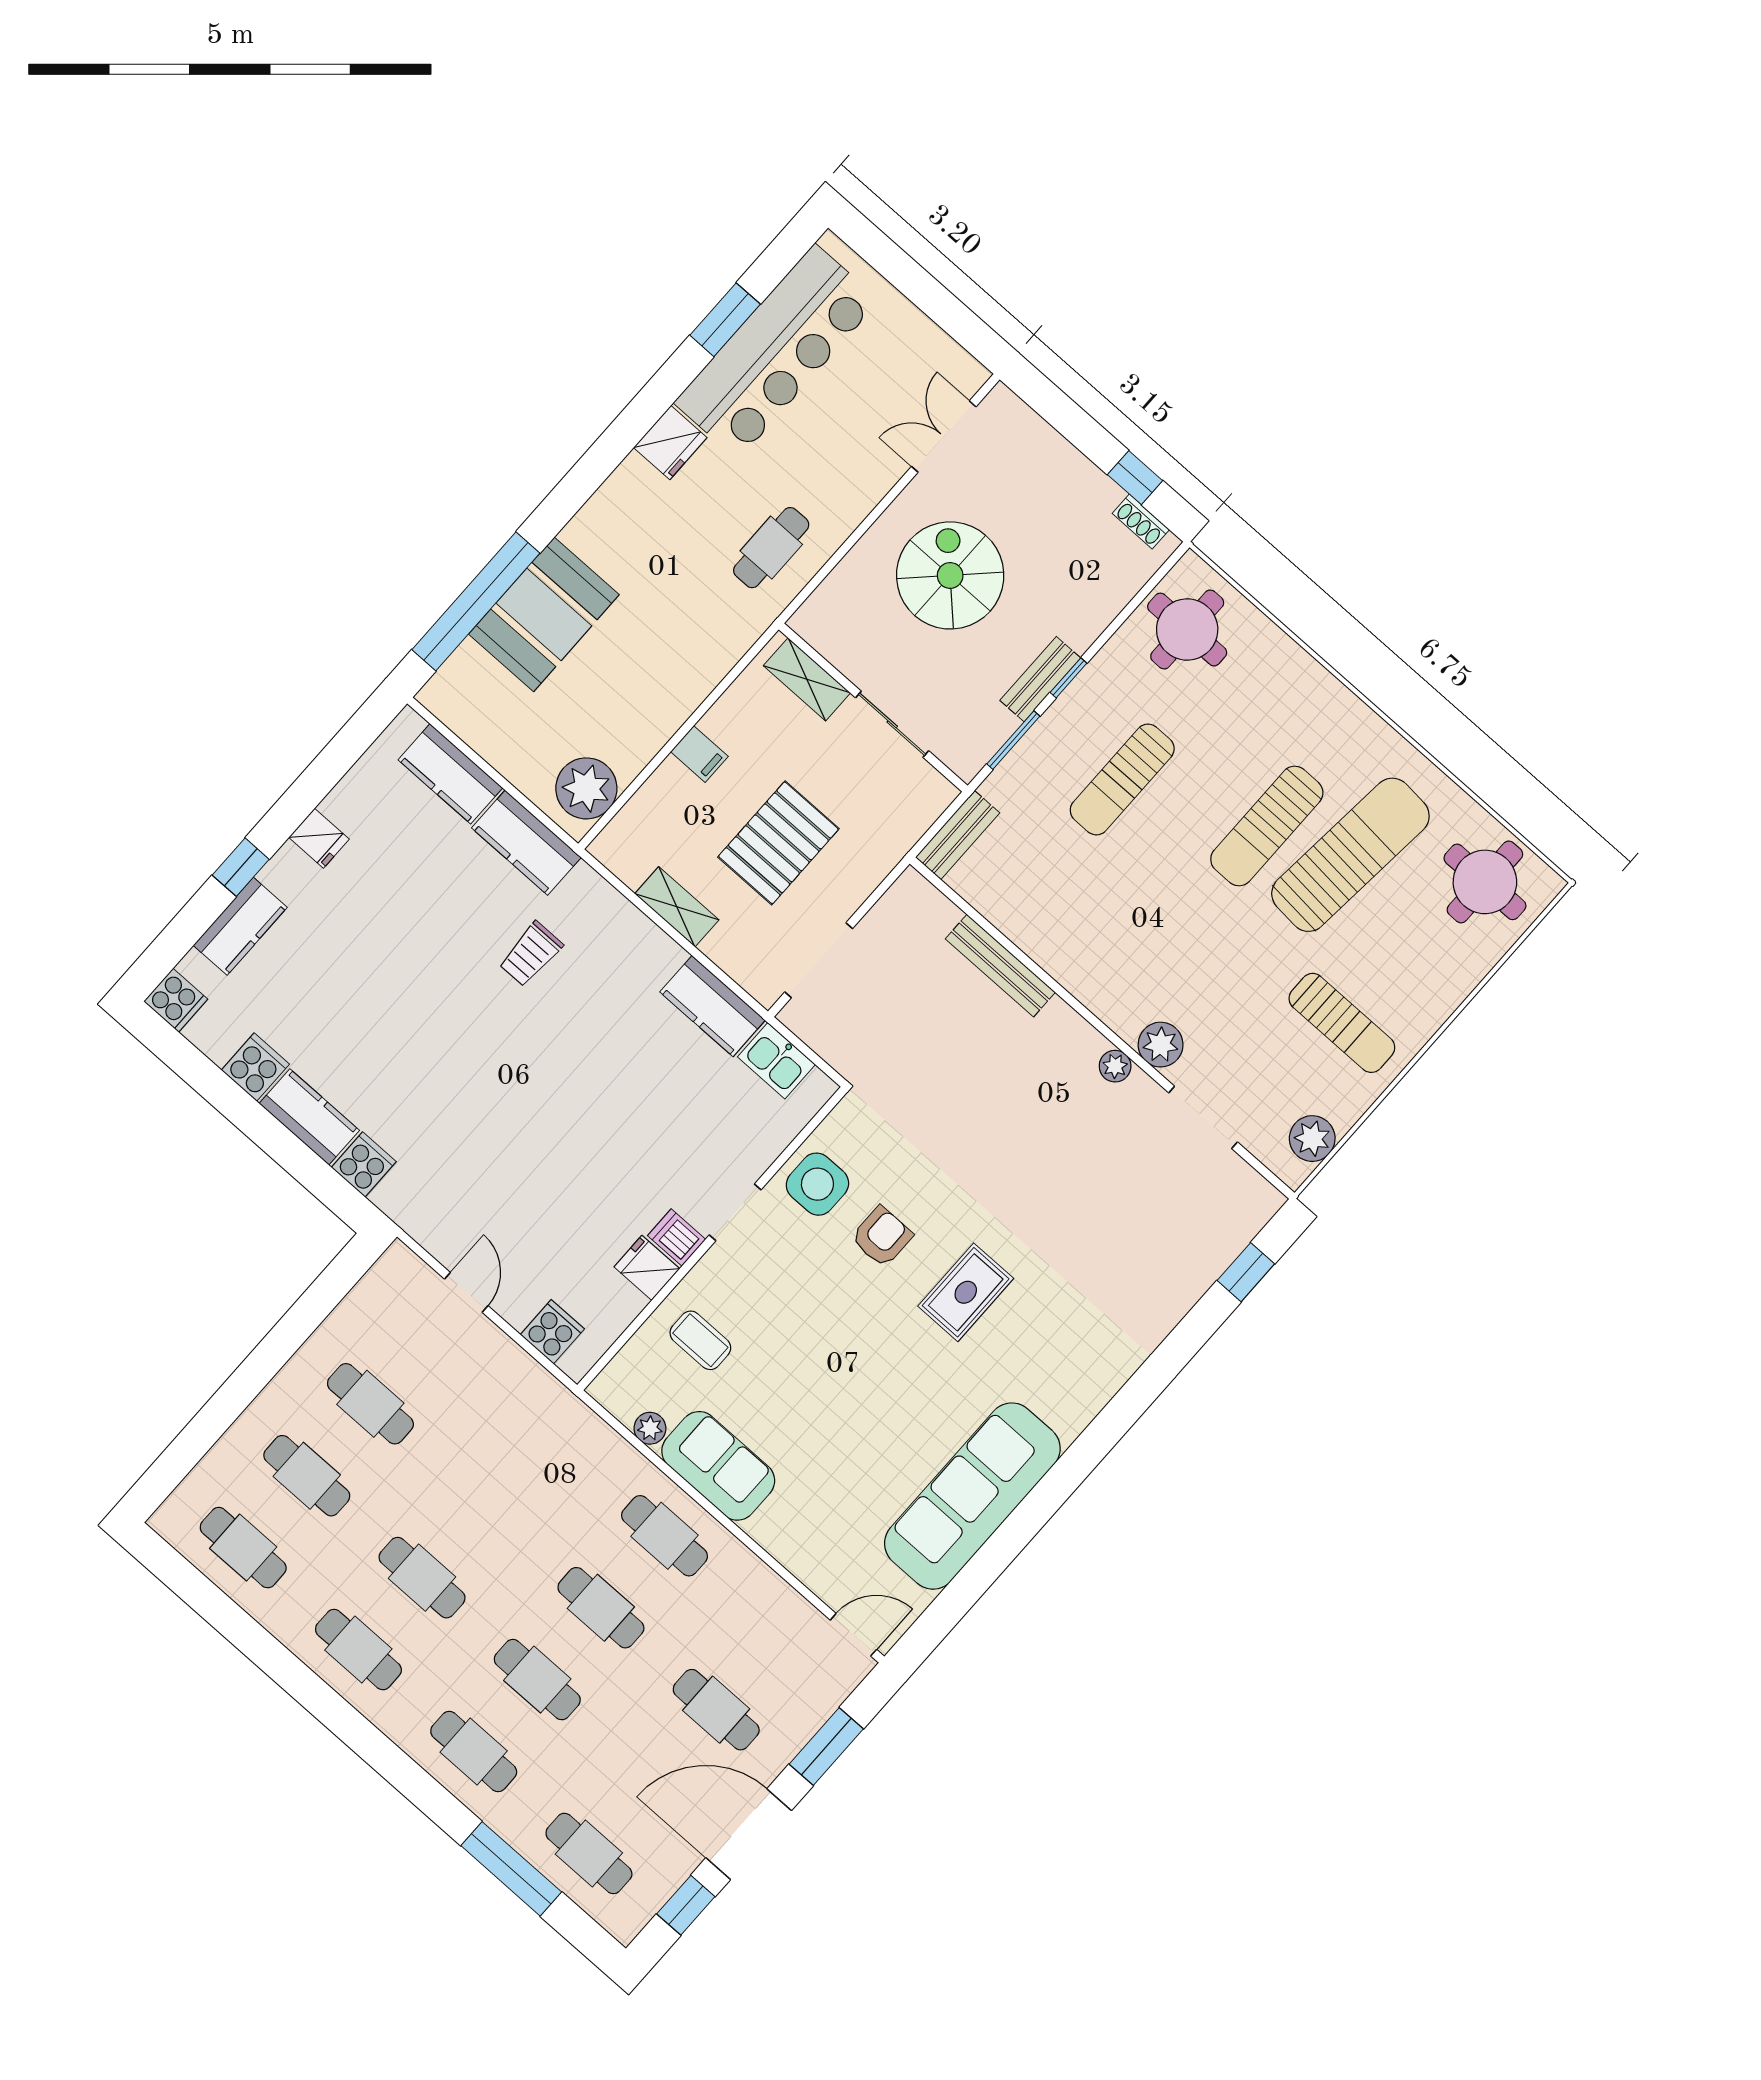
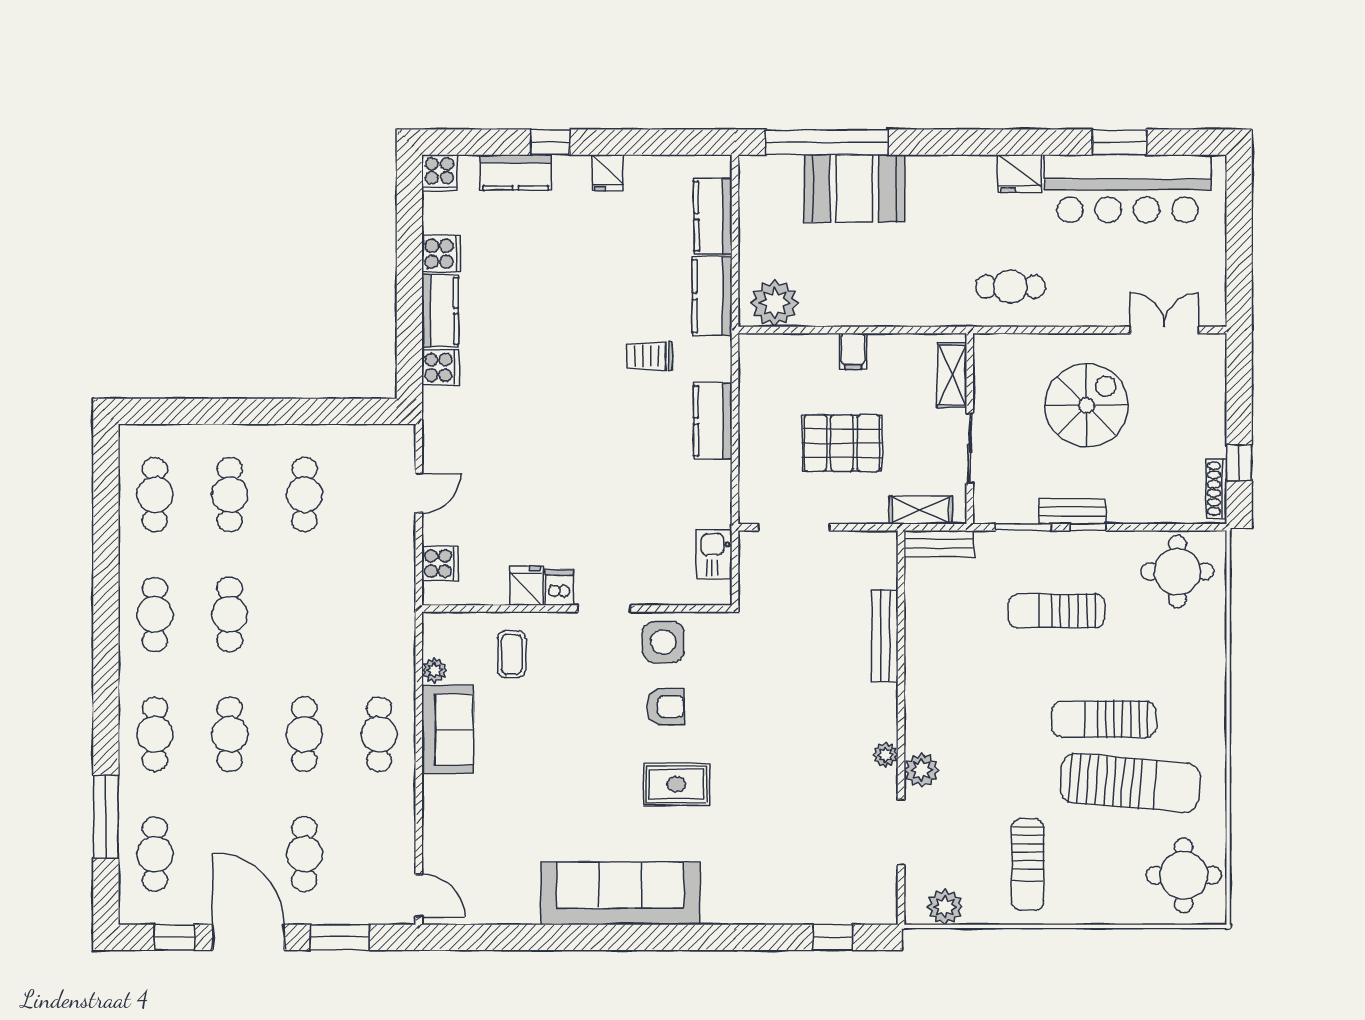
shoe rack: (1141, 521) -> (1216, 489), width x1.43
shelving: (677, 907) -> (921, 510), moved, turned 90
kitchen counter: (713, 1006) -> (713, 421), moved
sofa: (972, 1496) -> (620, 893), moved

